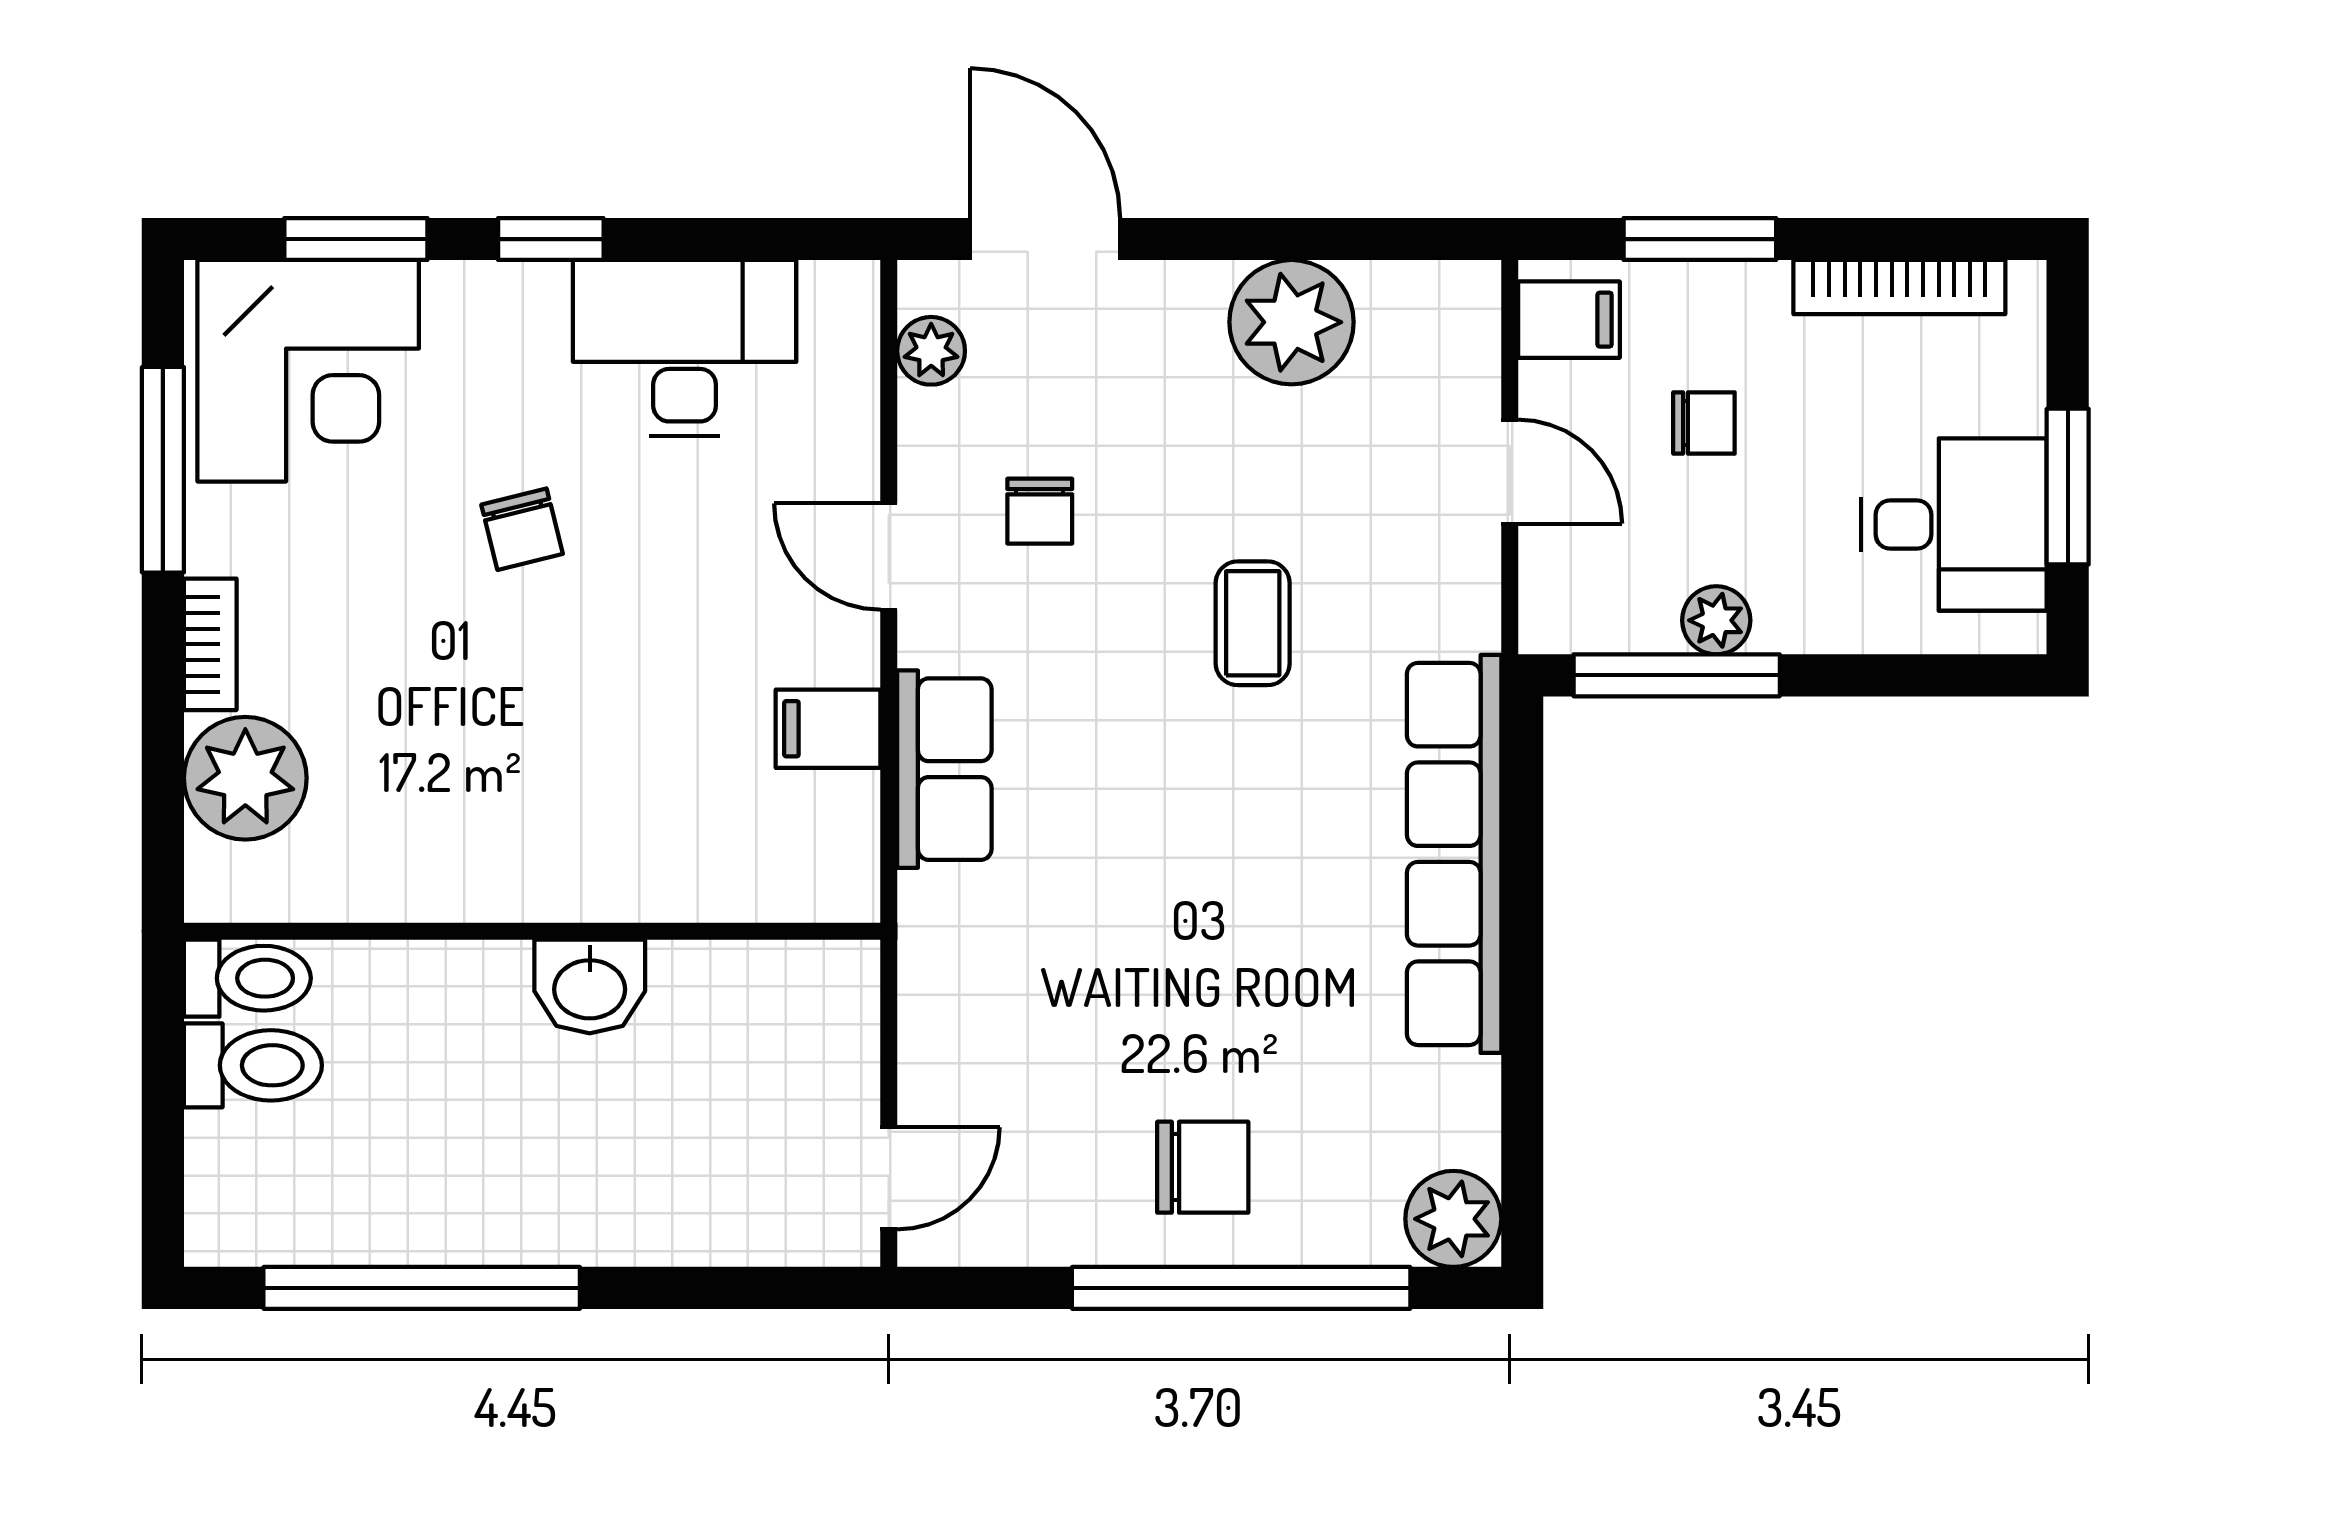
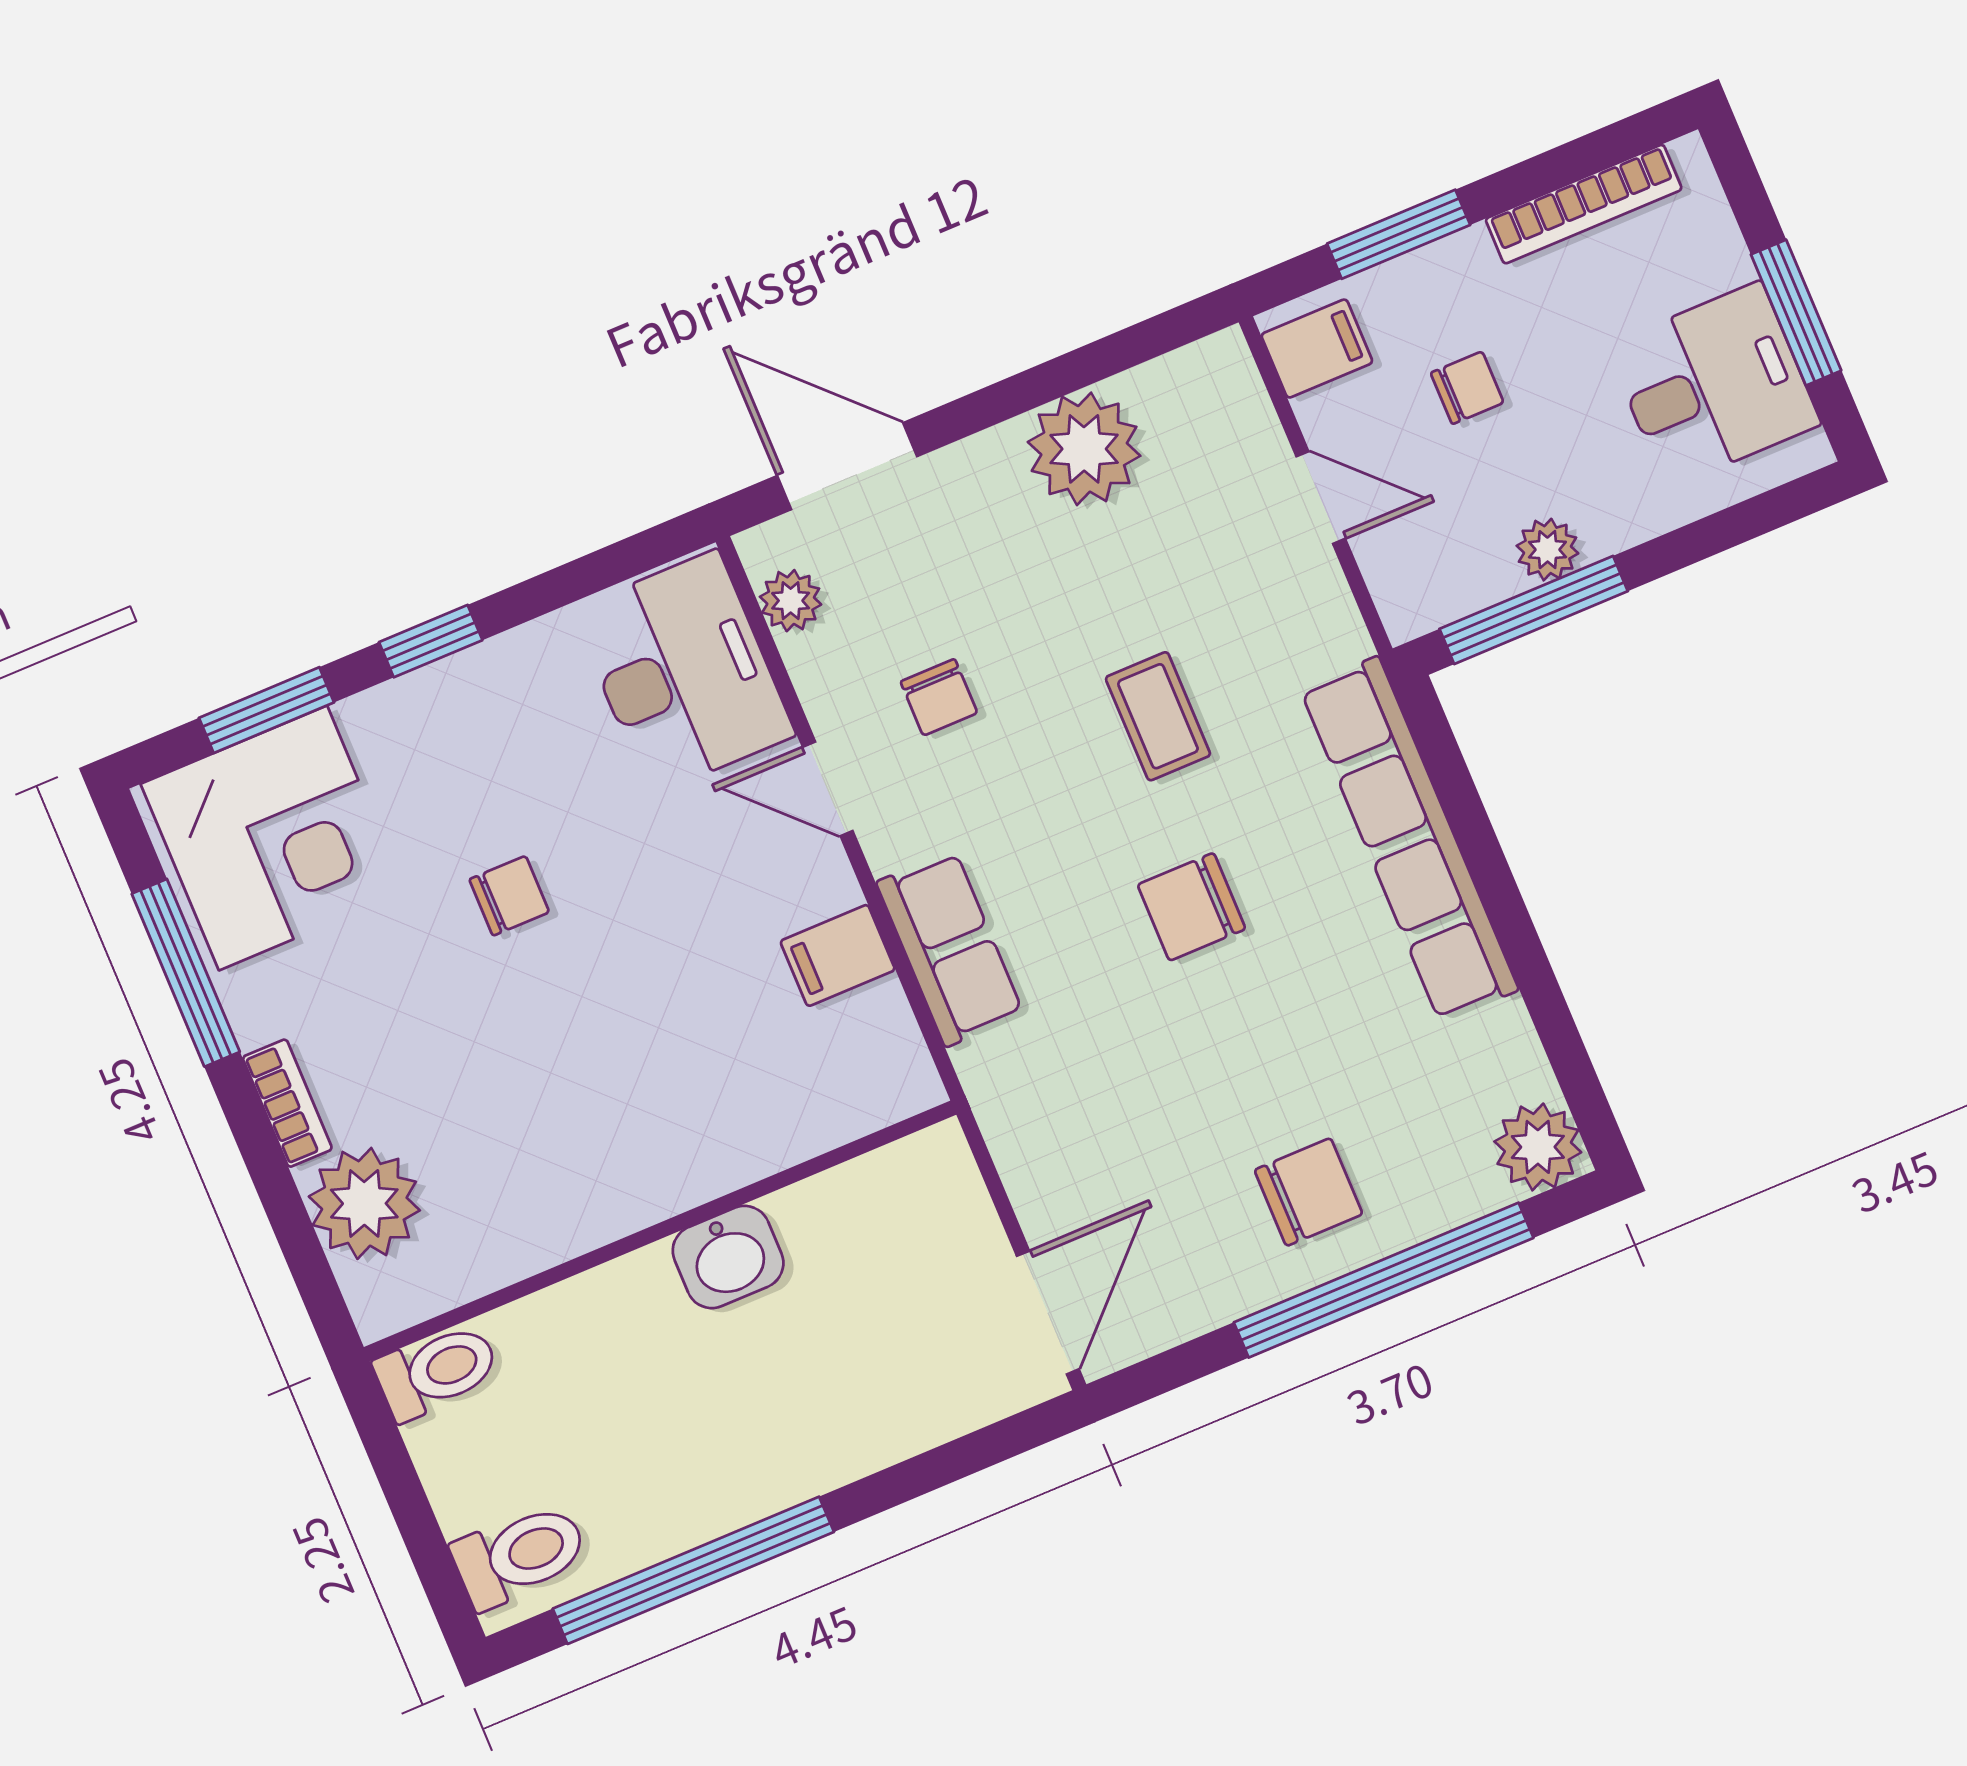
desk: (685, 348) -> (684, 673), moved, turned 90
chair: (522, 529) -> (509, 896), turned -76
chair: (1206, 830) -> (1192, 907), added
toilet: (253, 1065) -> (520, 1555), moved
door: (889, 1178) -> (1048, 1313), width x1.37

